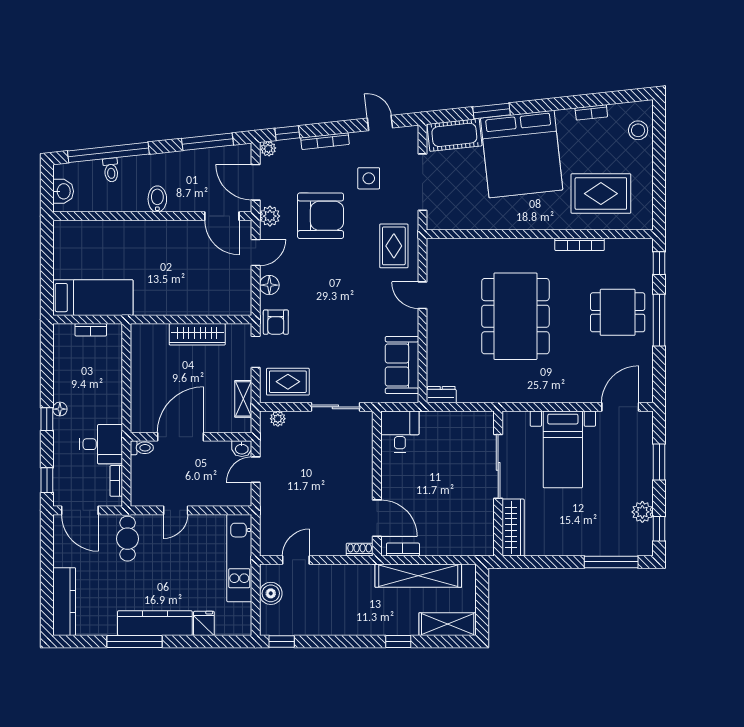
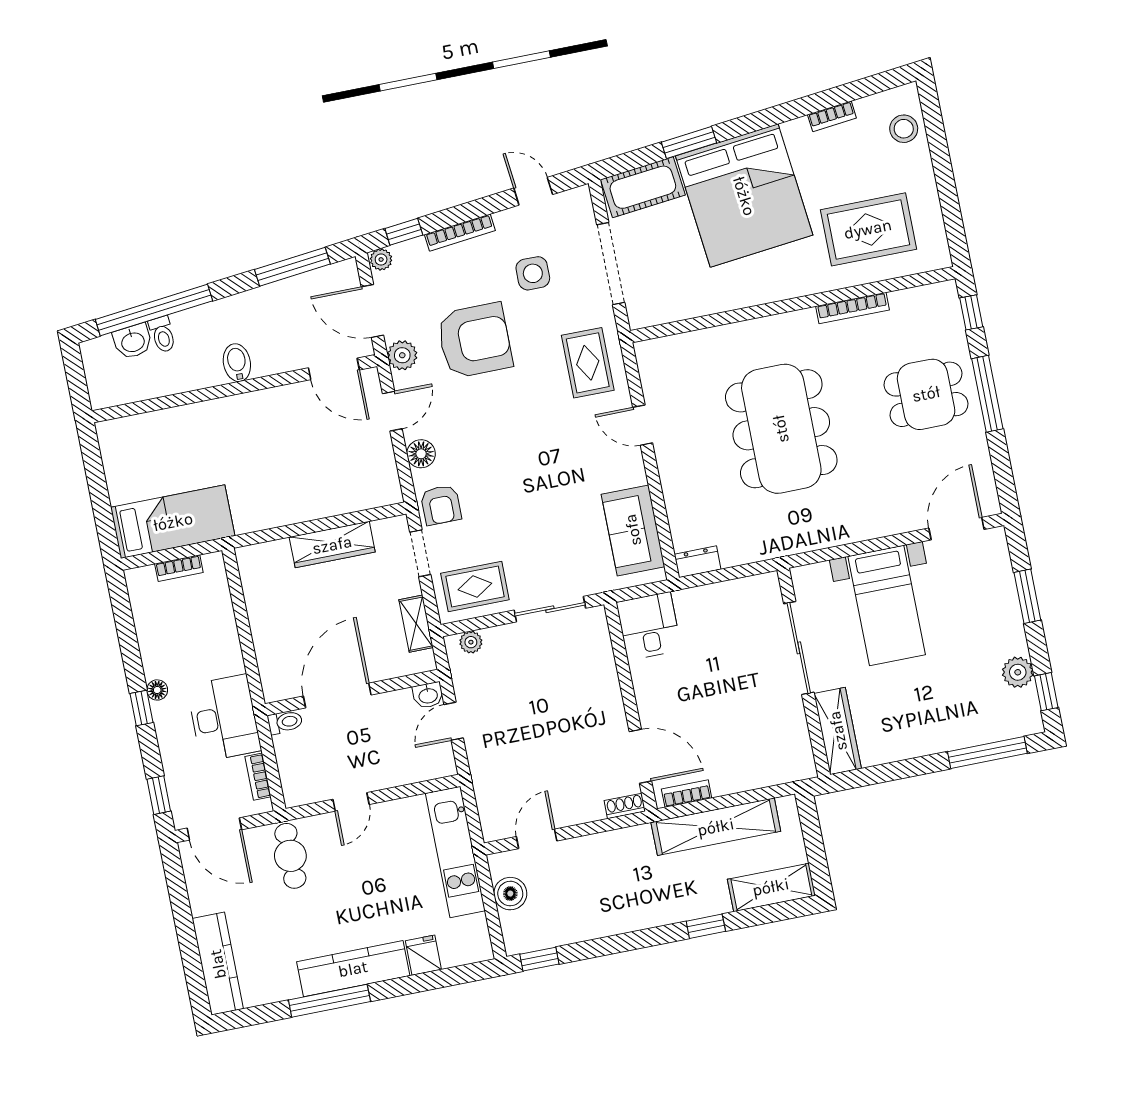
washbasin: (63, 191) -> (133, 341), moved, turned 84
desk: (101, 444) -> (224, 718), width x1.37

